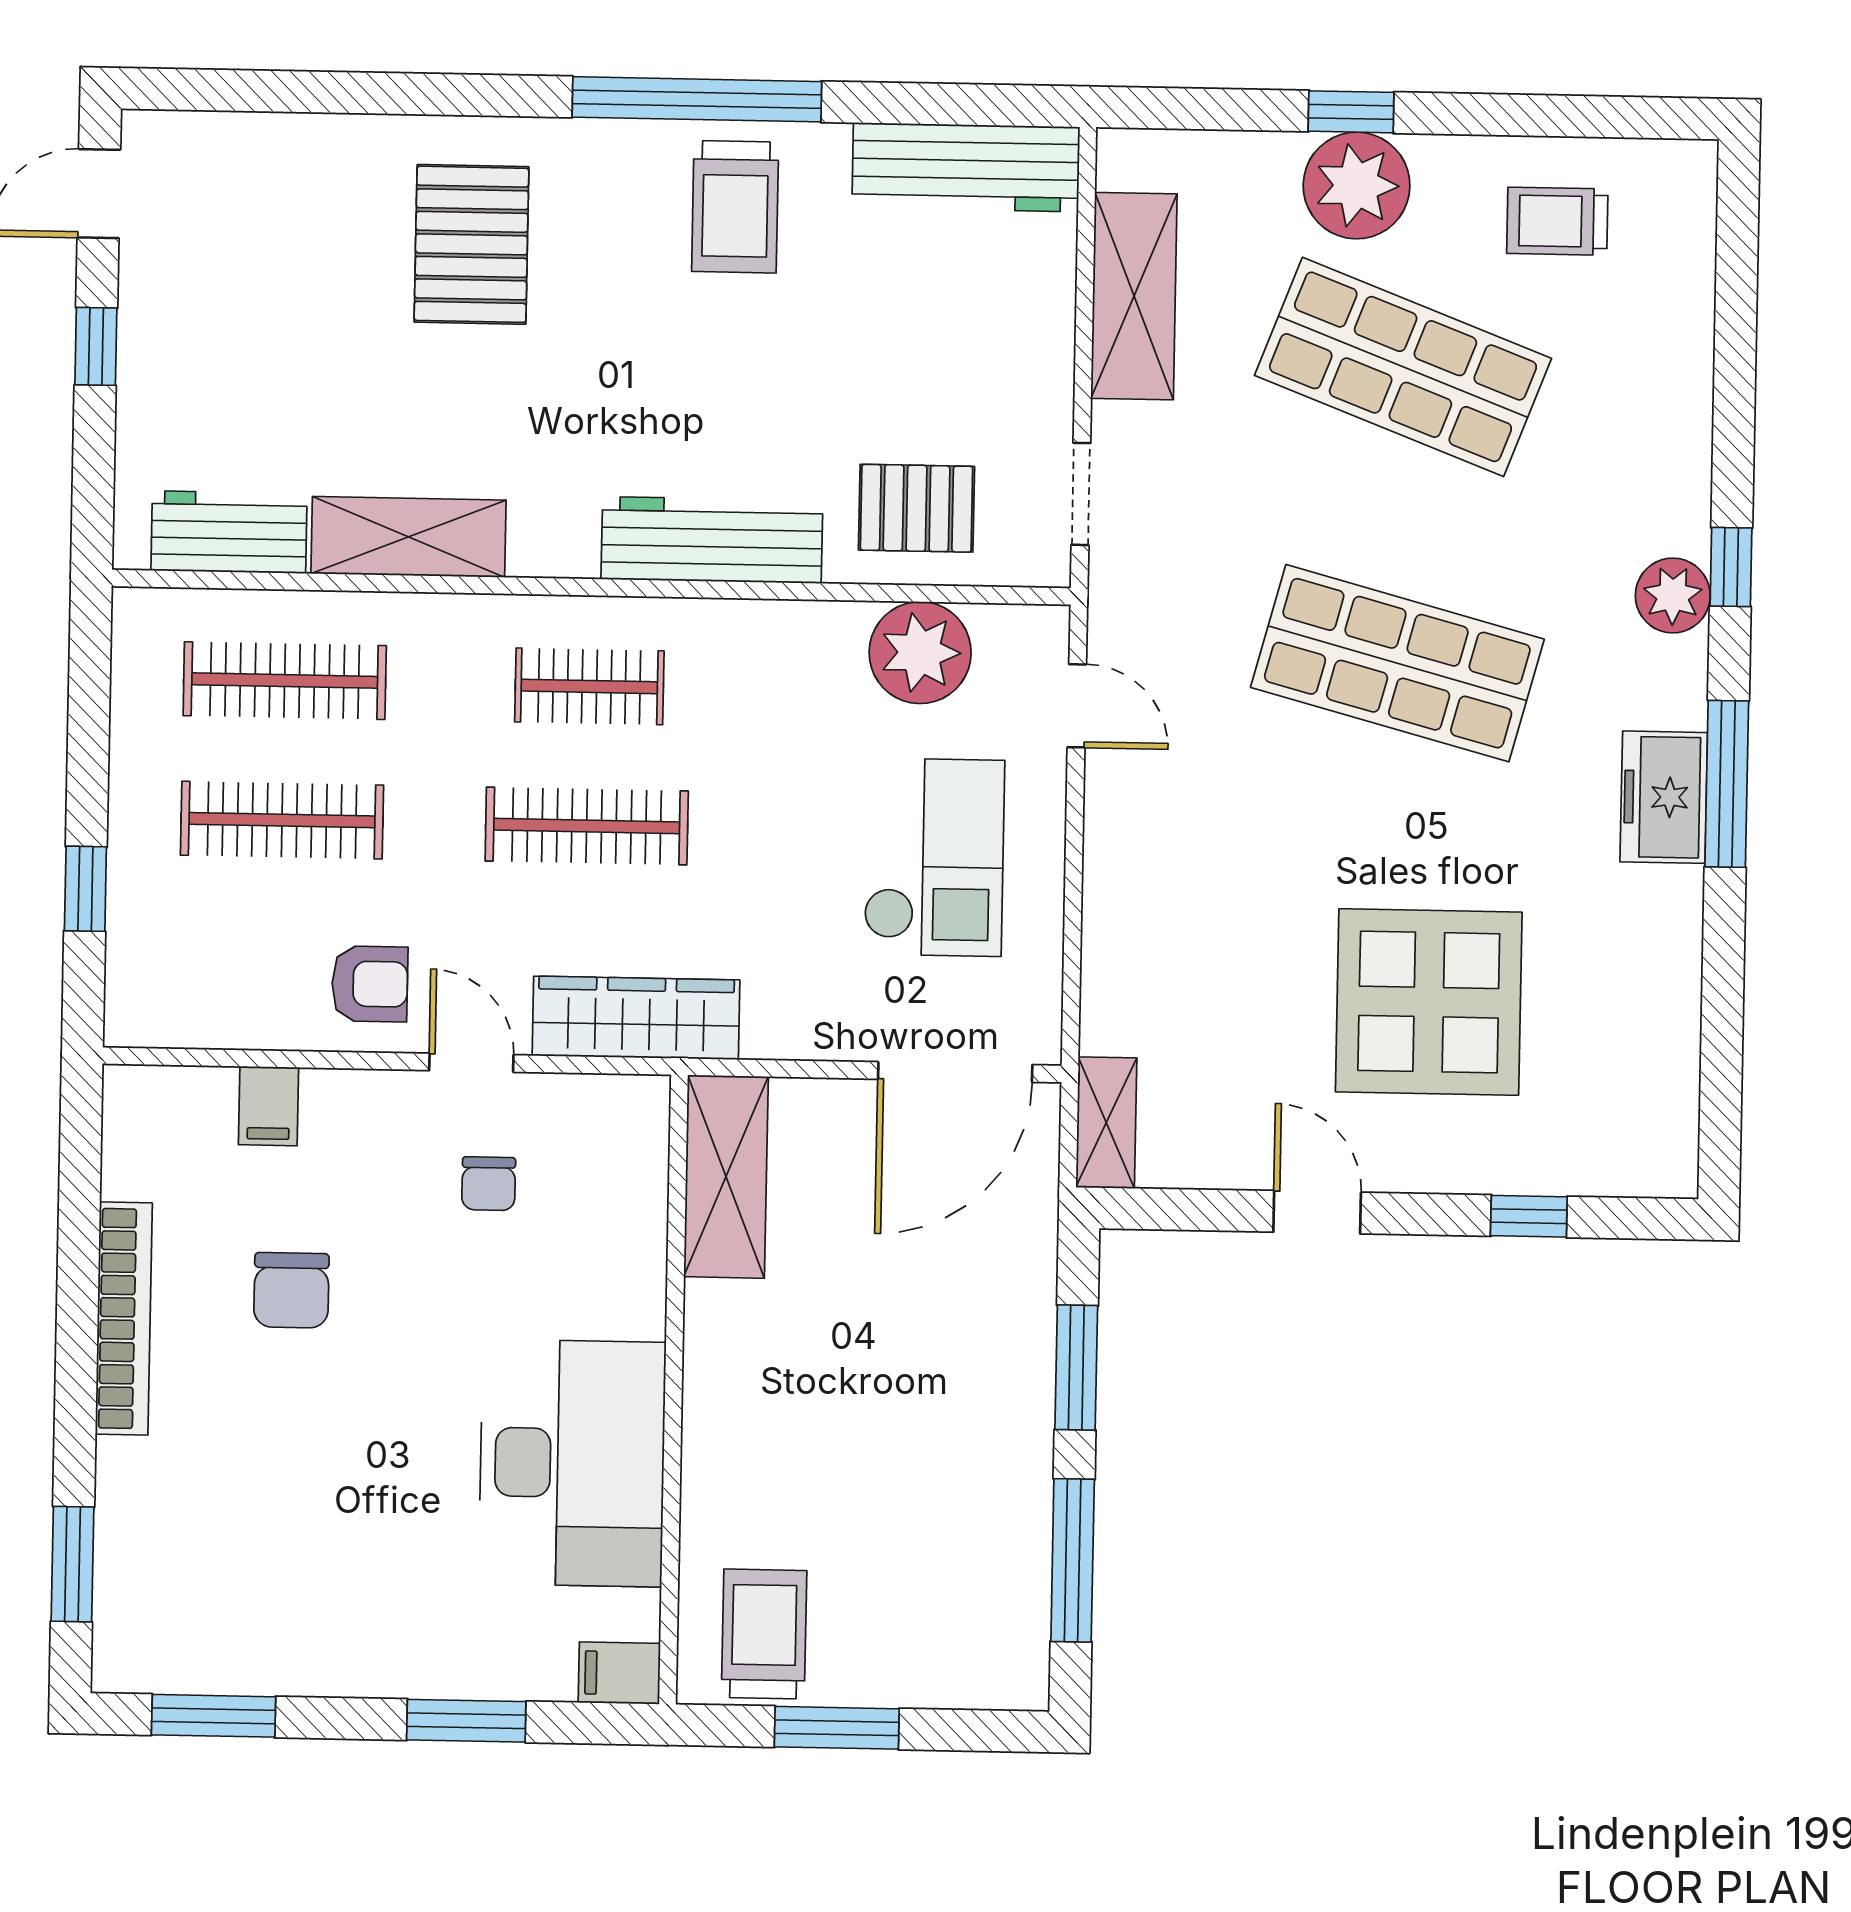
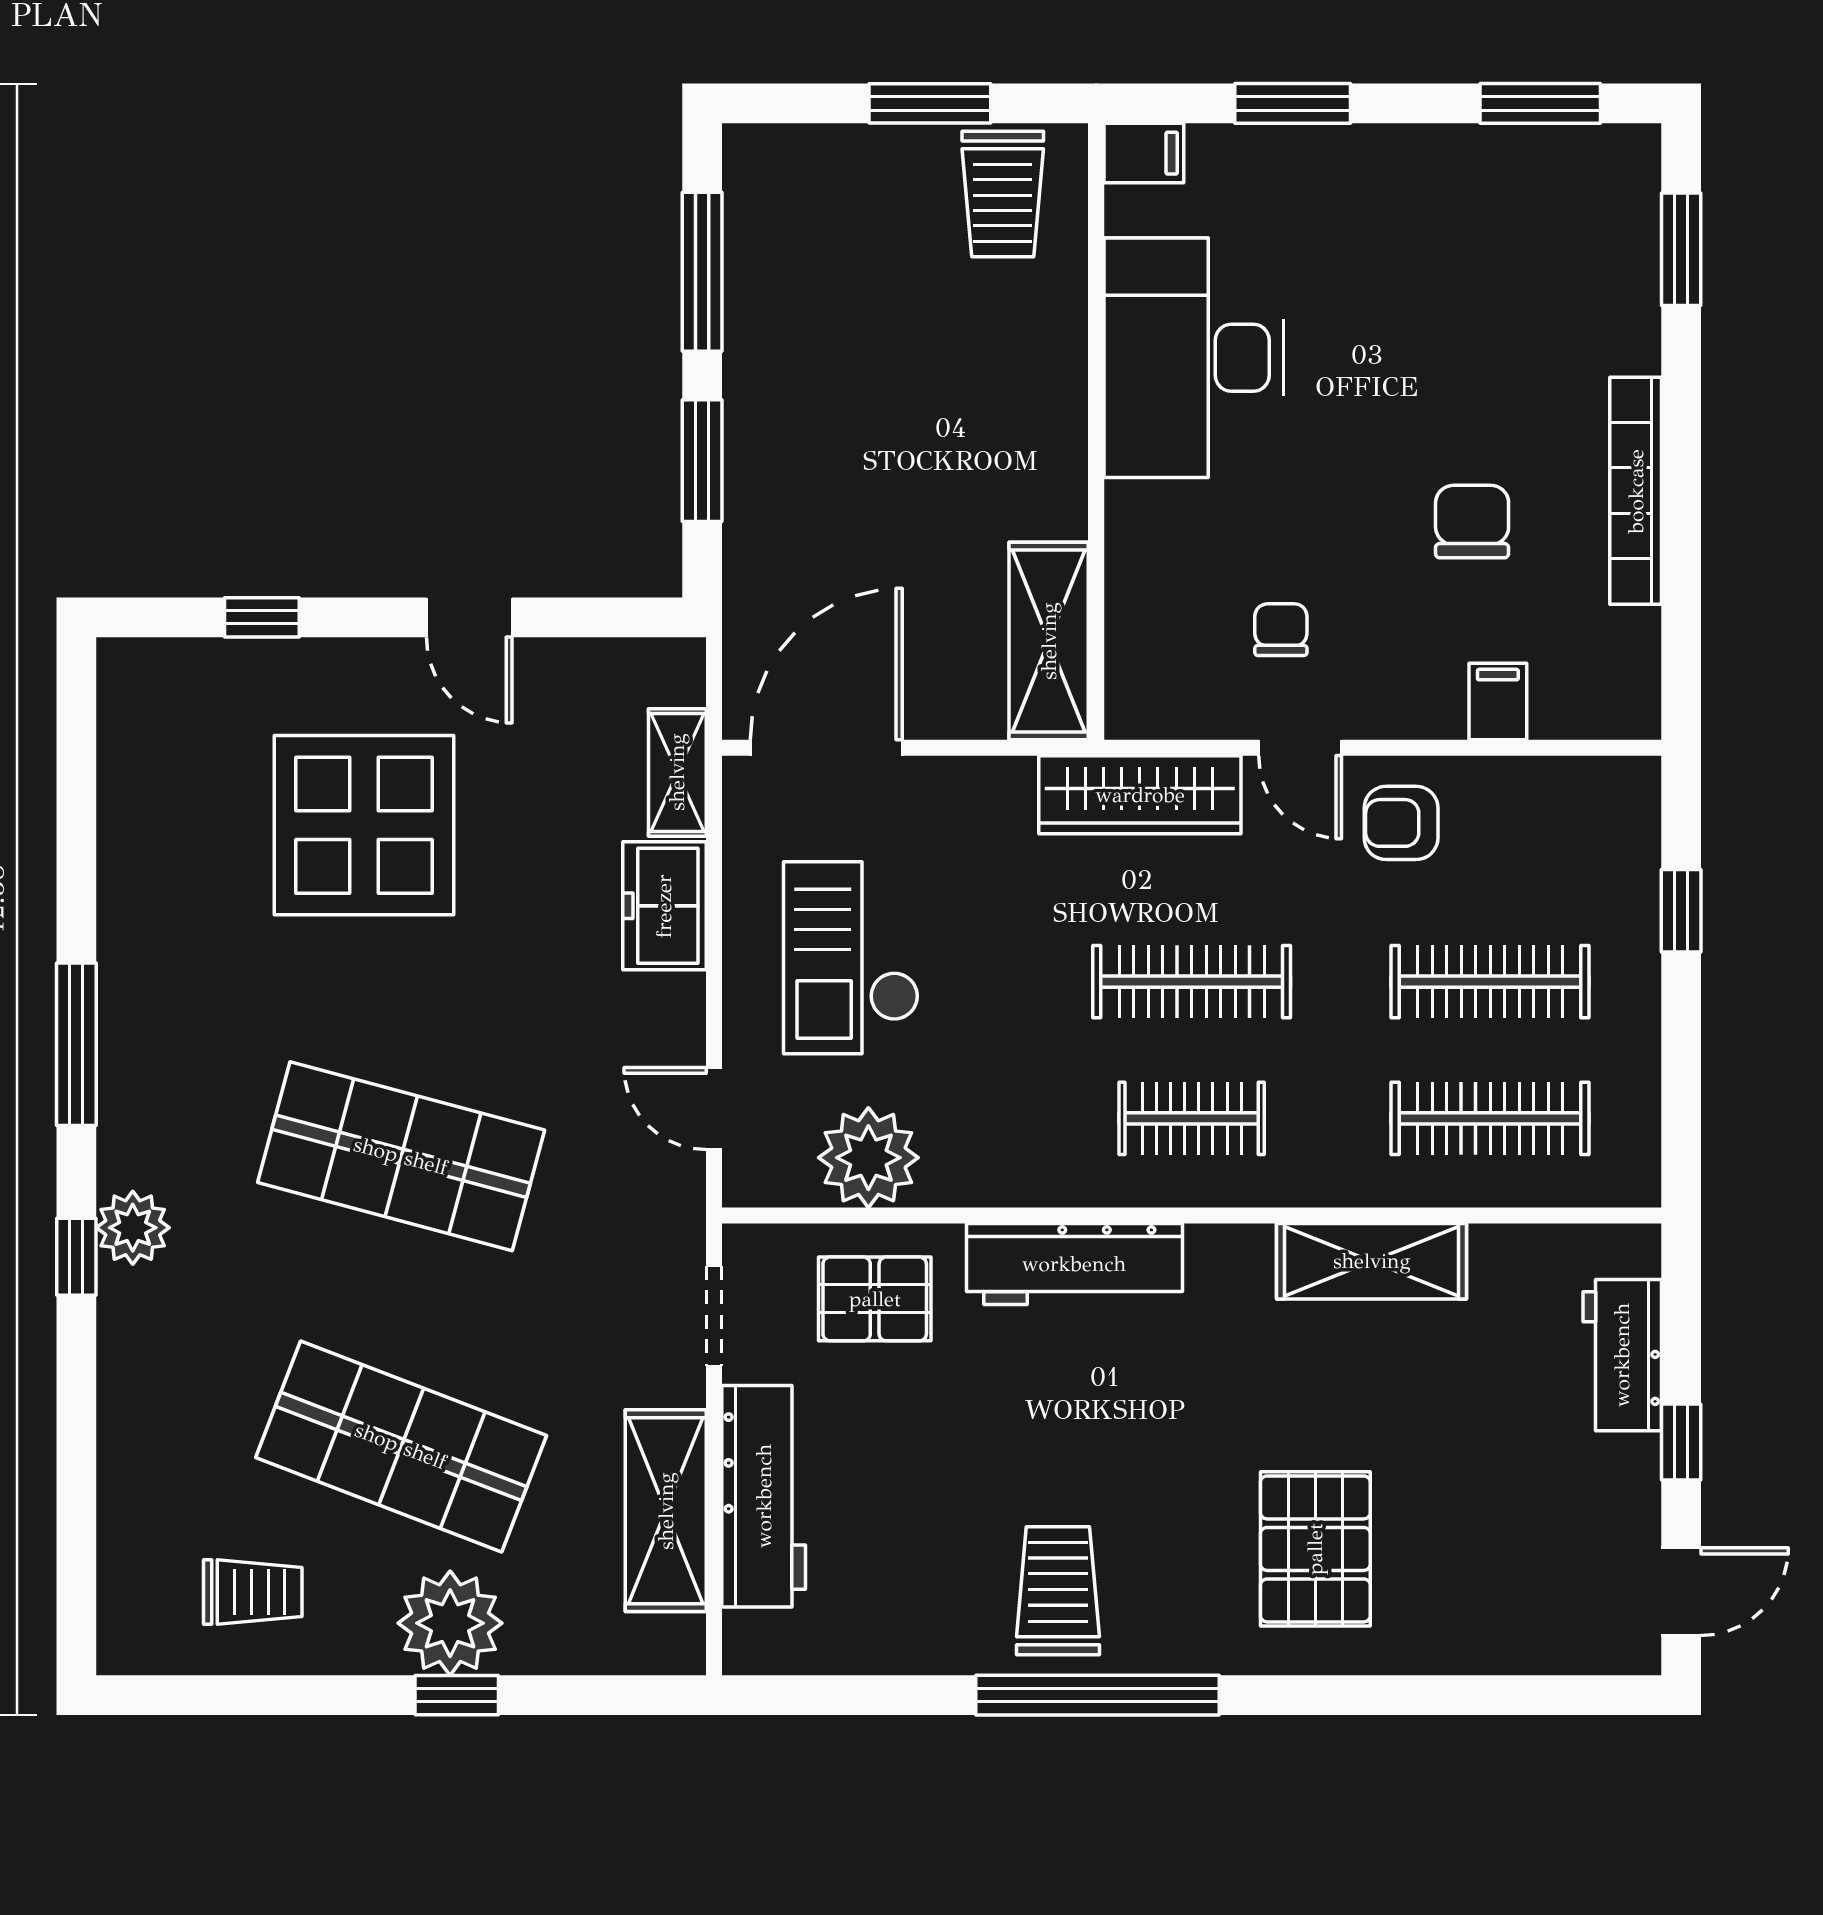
workbench: (966, 167) -> (764, 1496), moved, turned 90
workbench: (229, 532) -> (1622, 1355), moved, turned 90
freezer: (1664, 797) -> (664, 906), moved, turned 180
shelving: (1106, 1123) -> (677, 772), moved

